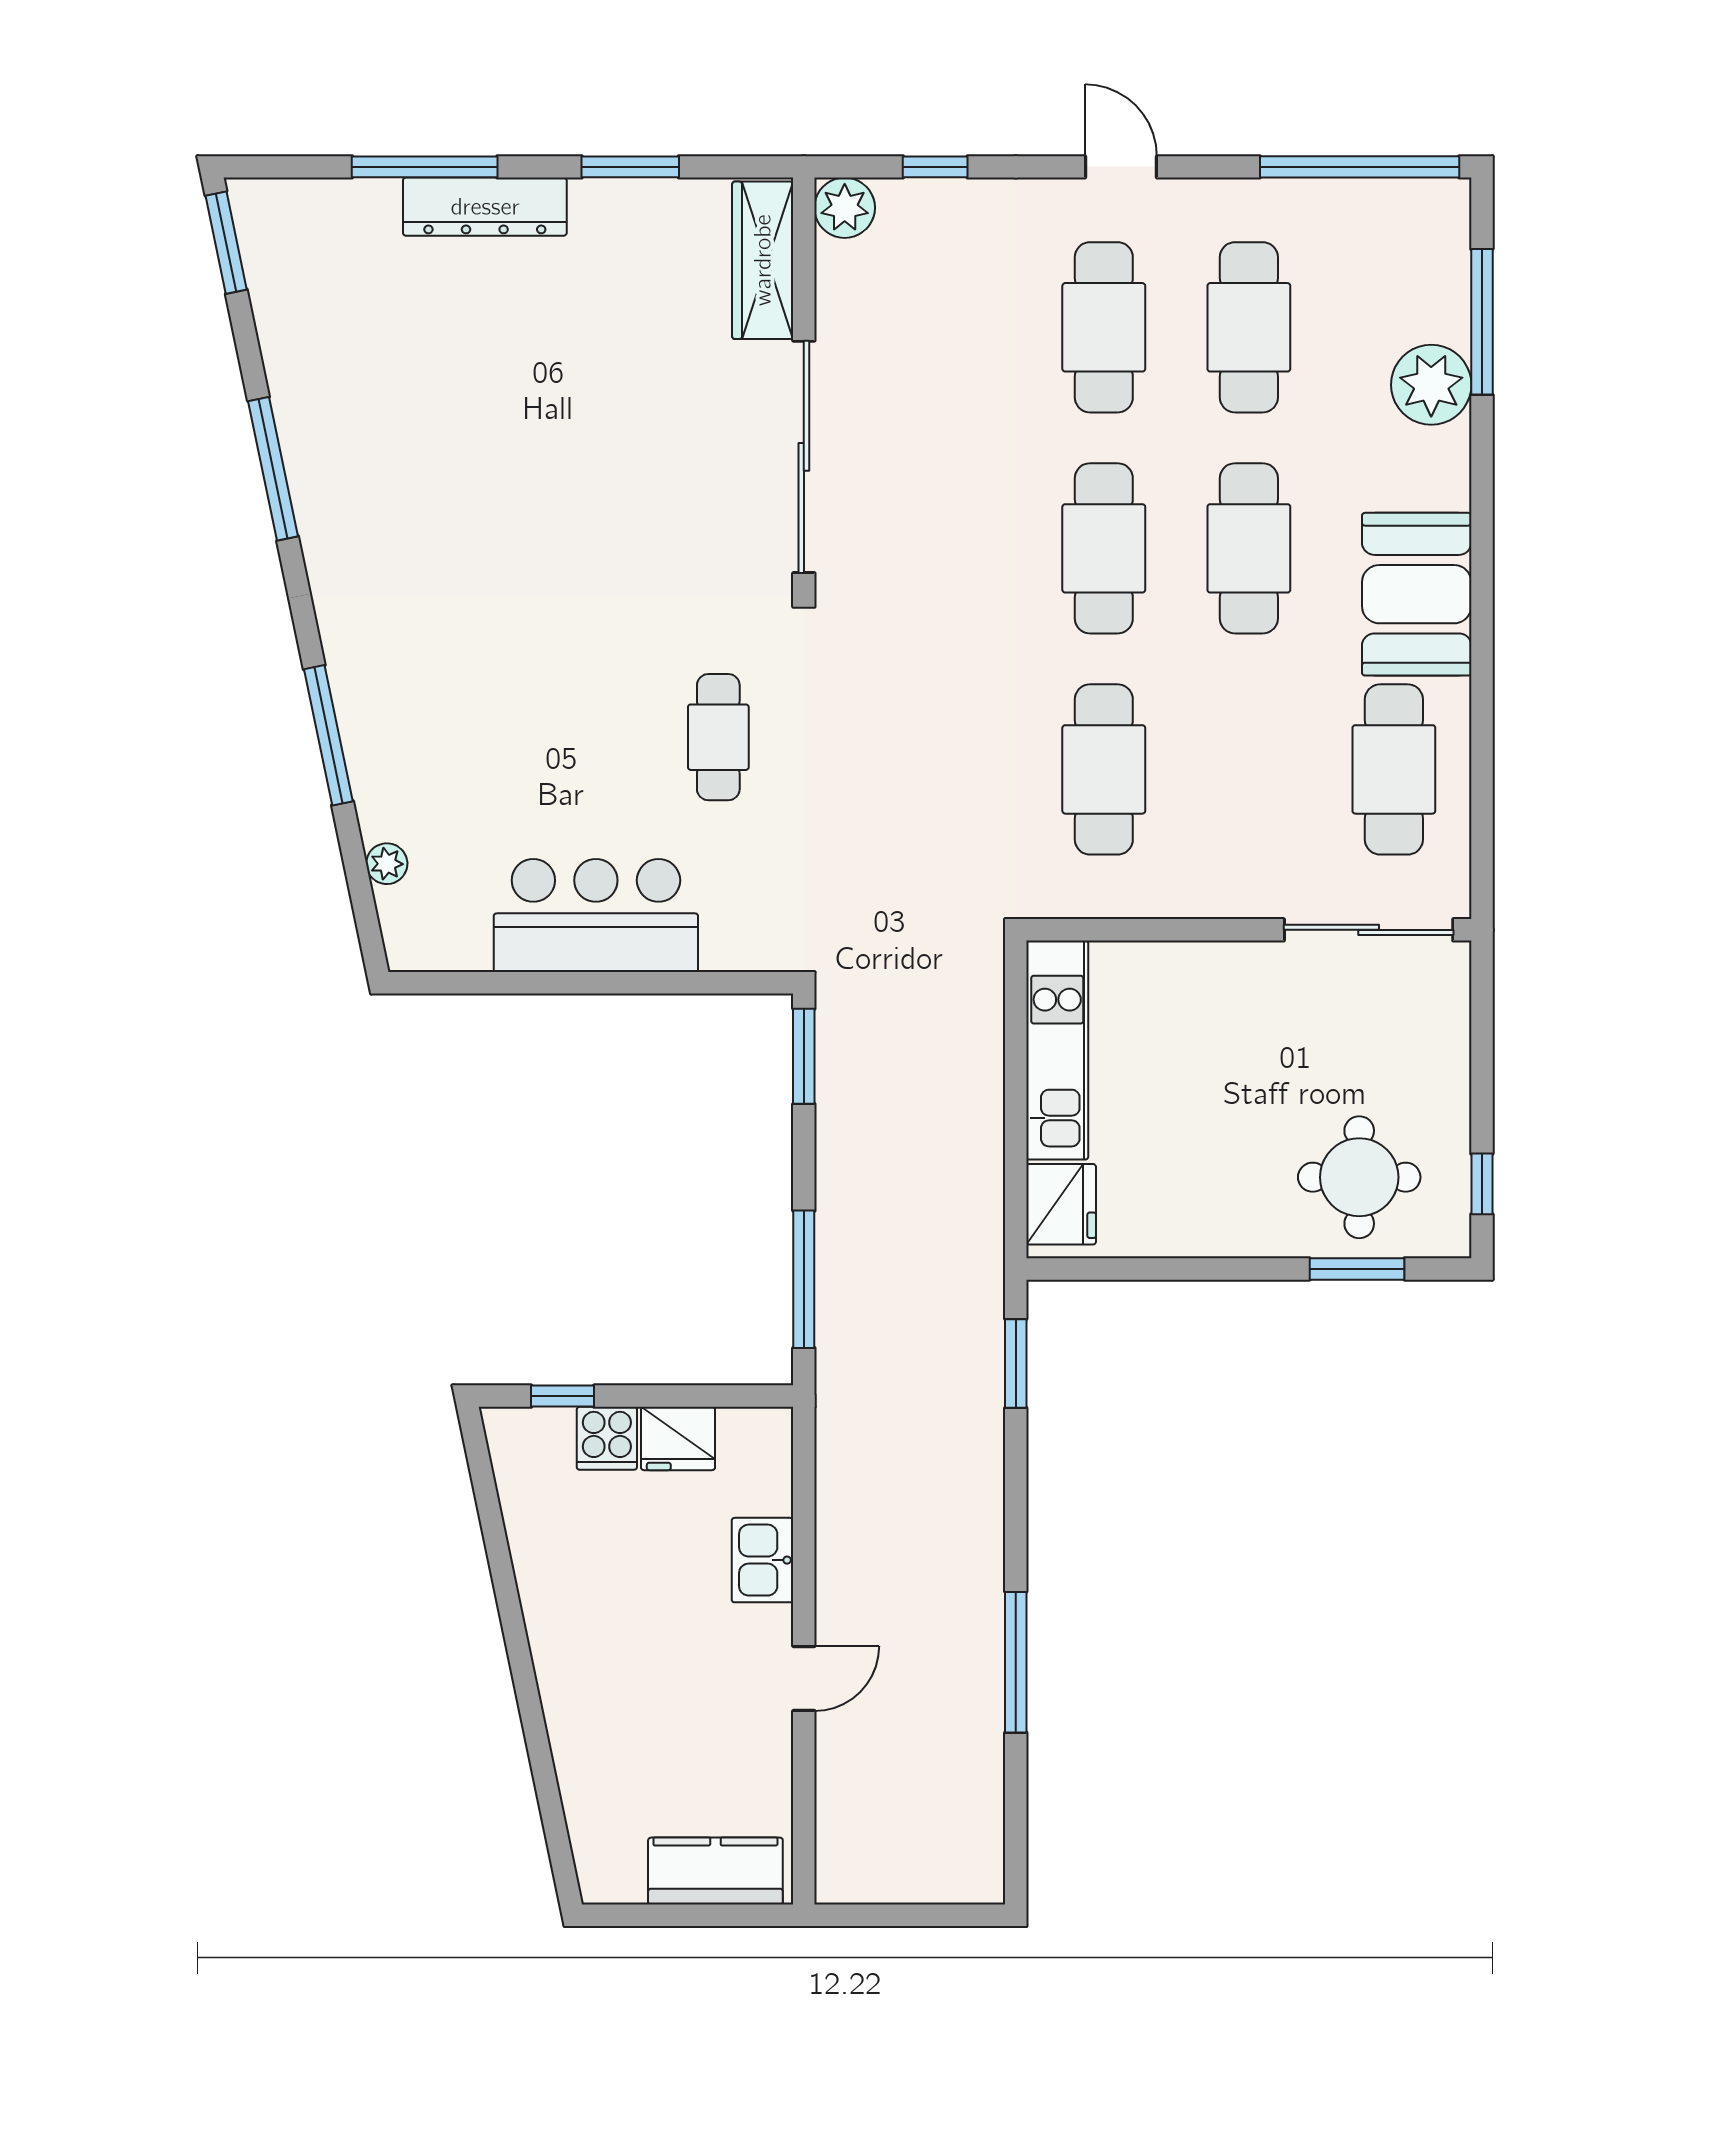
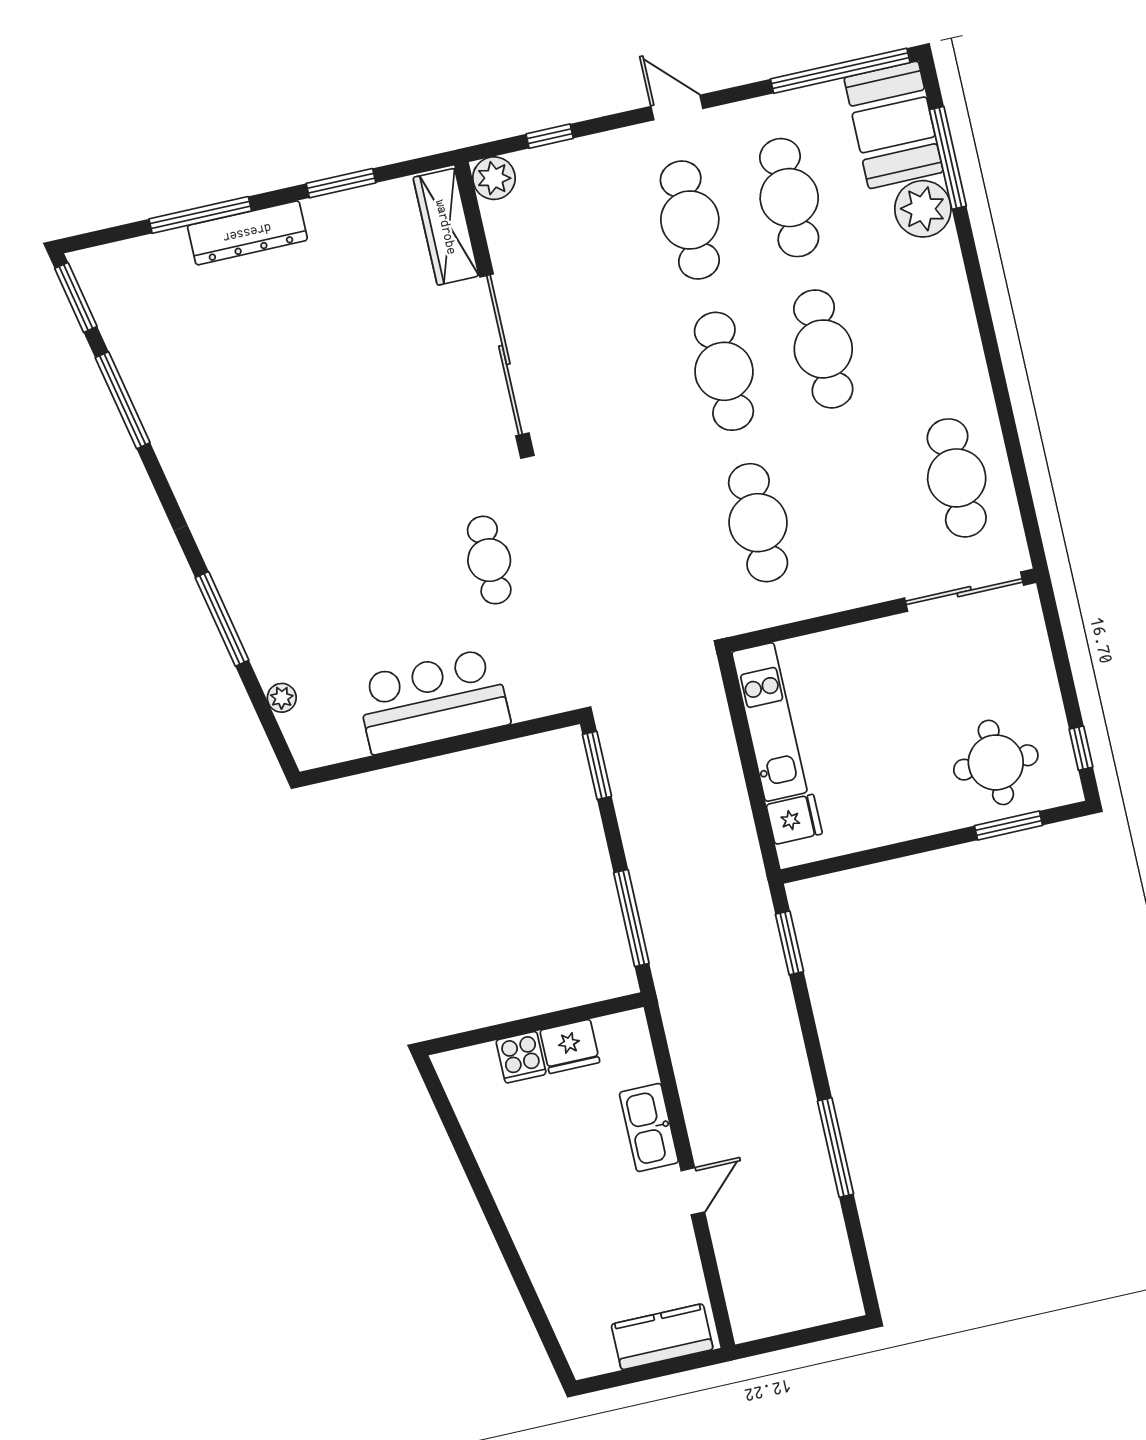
window: (273, 469) -> (123, 400), moved
booth: (1417, 594) -> (894, 125), moved
fridge: (1061, 1204) -> (794, 819), width x0.72
window: (563, 1396) -> (484, 1035), removed
kitchen sink: (762, 1560) -> (649, 1128), width x1.38

